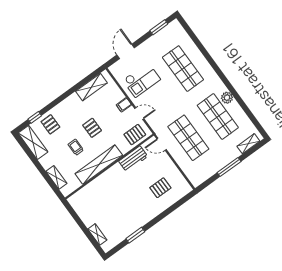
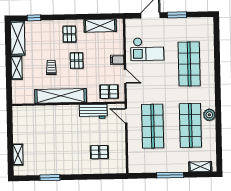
window: (159, 27) -> (177, 15), moved
pallet: (50, 124) -> (69, 34), moved
shelving: (56, 177) -> (17, 68), moved

